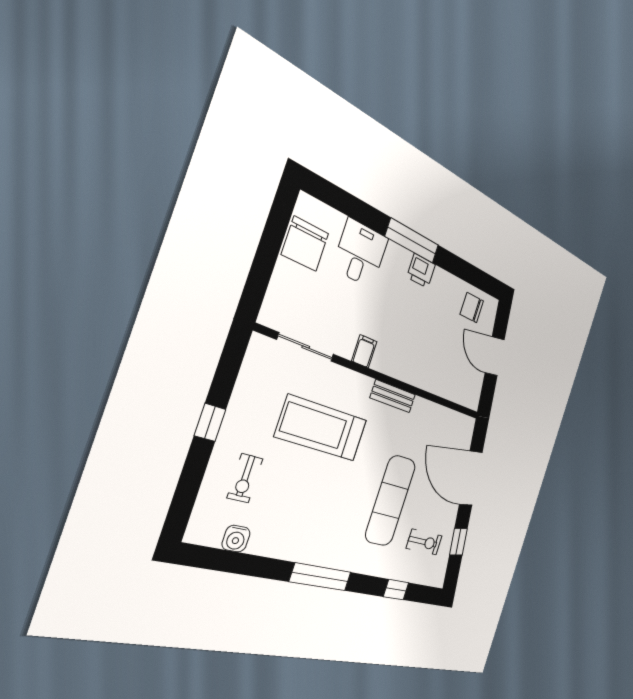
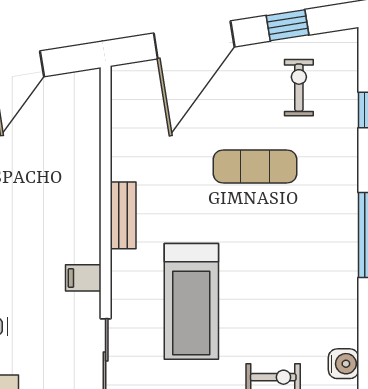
exercise mat: (391, 501) -> (255, 167), width x0.73, depth x0.69

